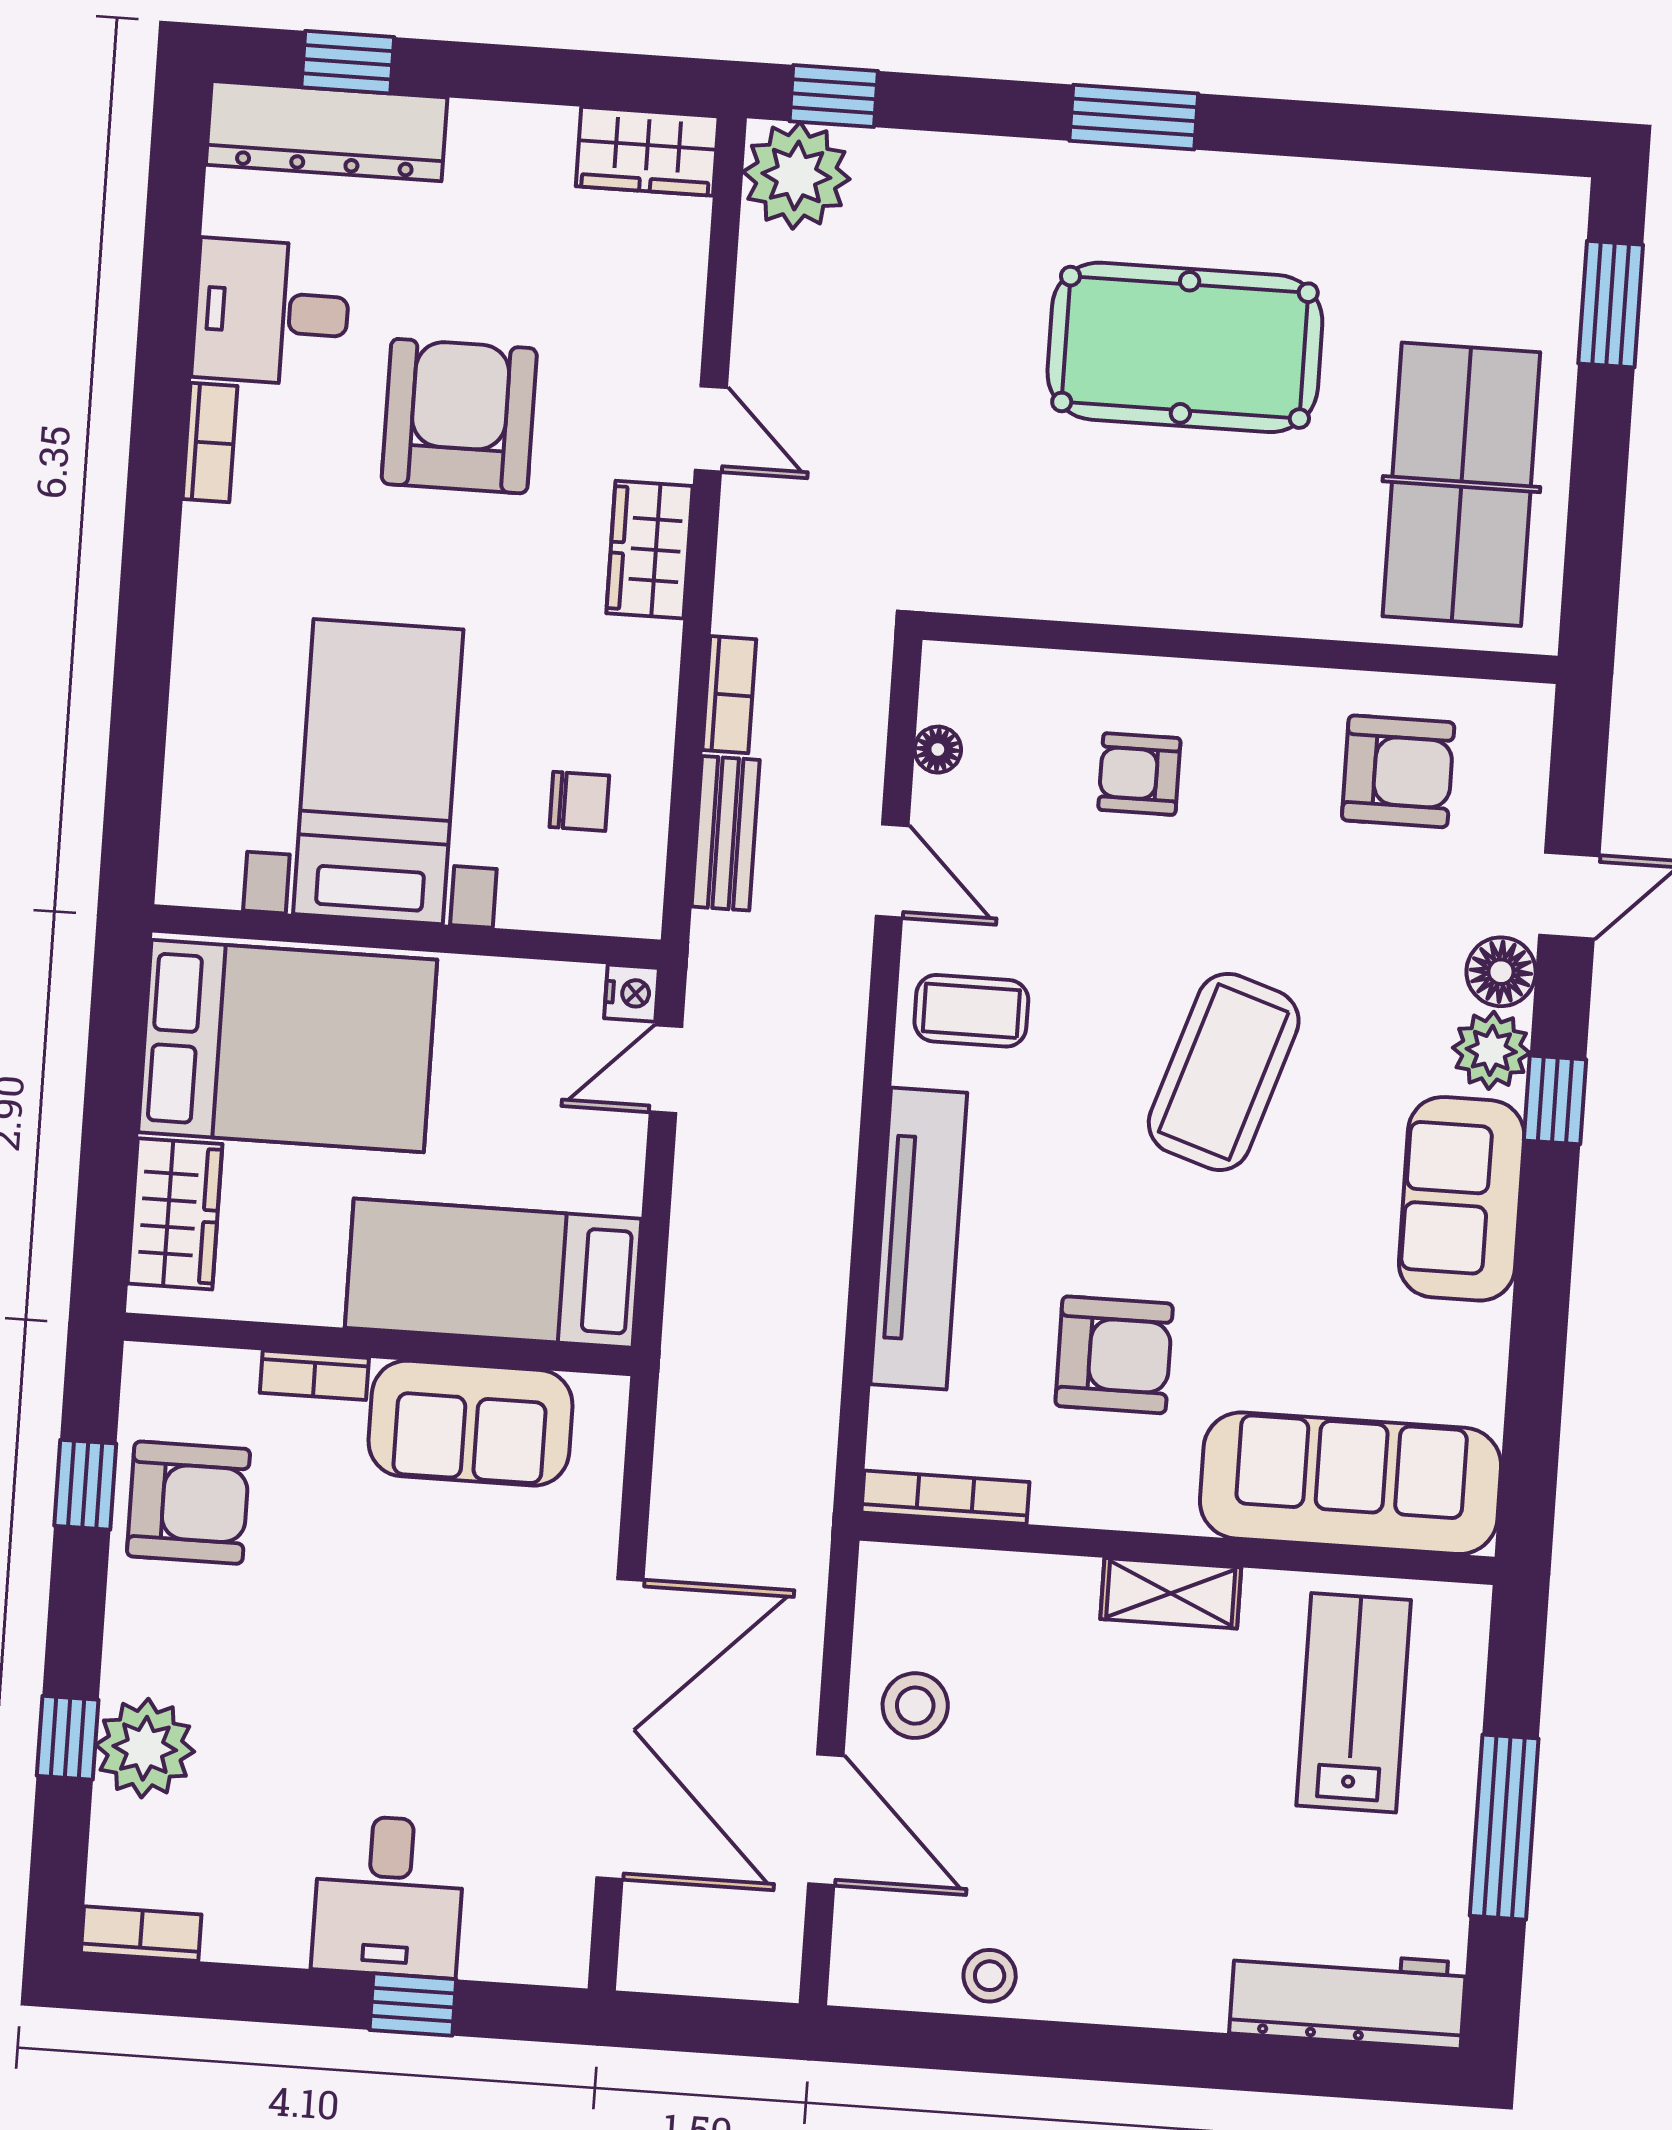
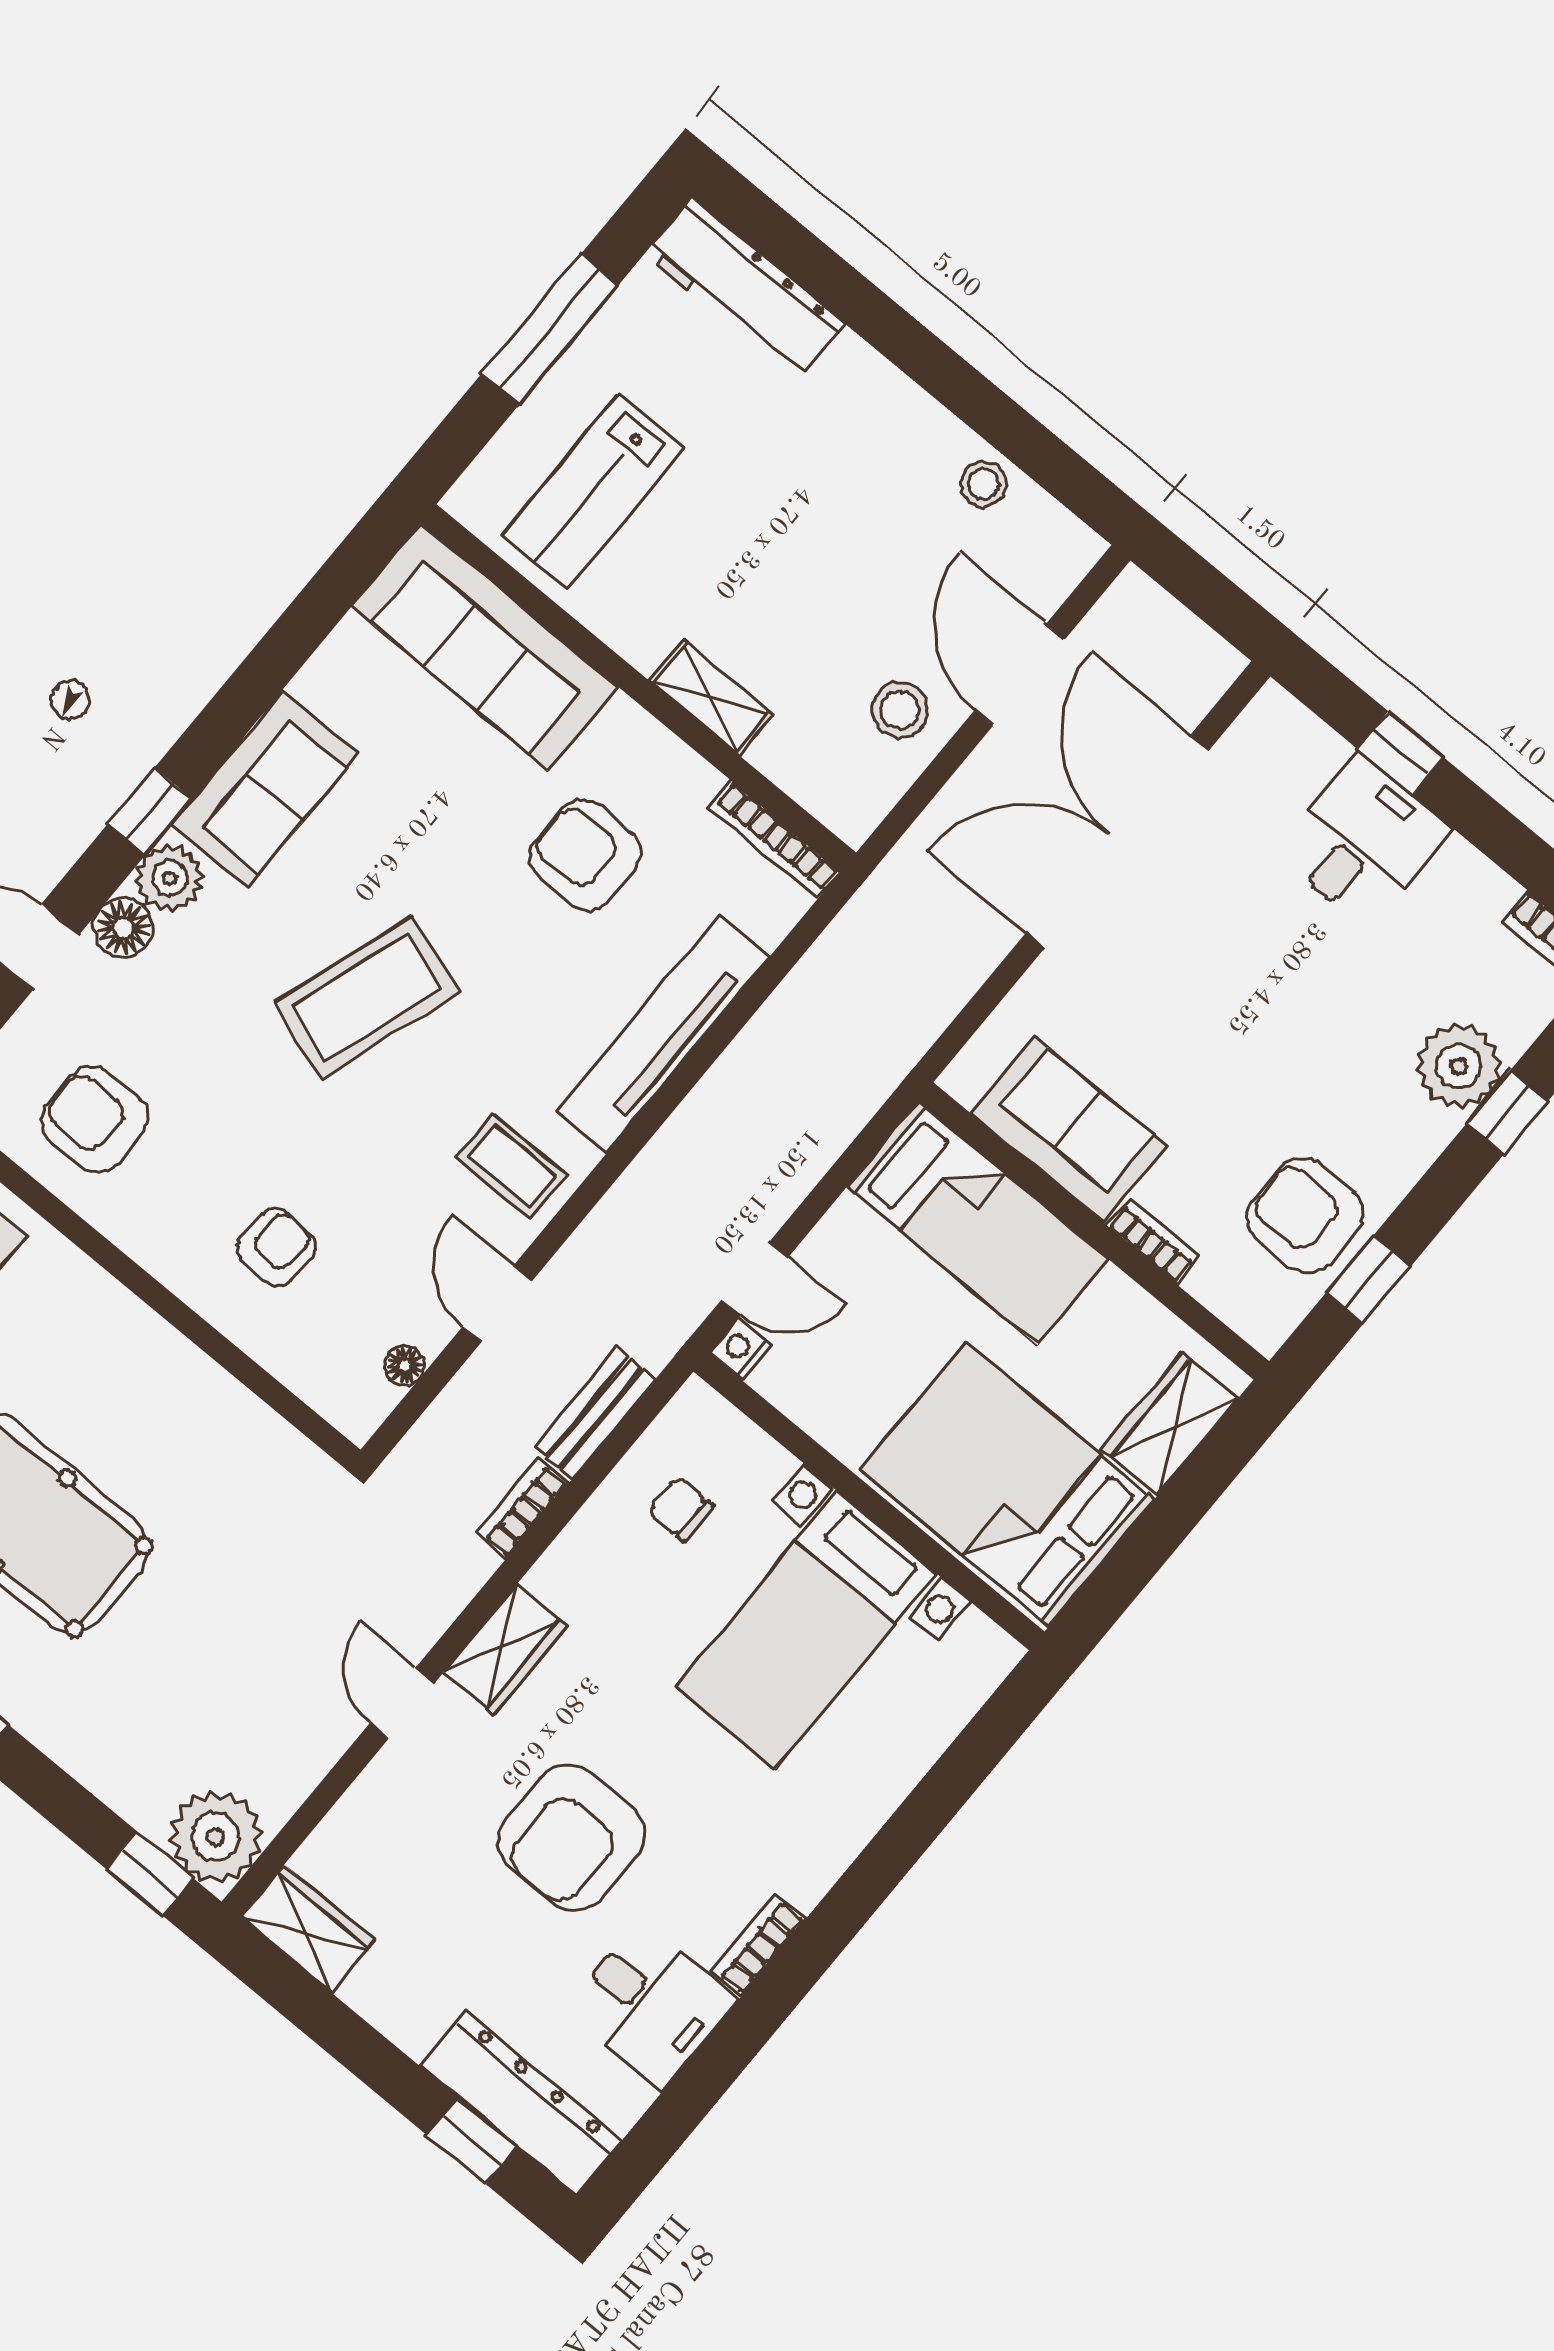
armchair: (1139, 774) -> (276, 1247), turned -87
shelving: (1171, 1593) -> (711, 698), moved

